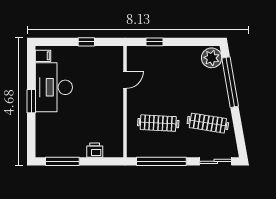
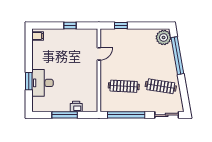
desk: (54, 87) -> (42, 83), moved, width x0.73, depth x0.77
window: (31, 101) -> (29, 81), moved
window: (62, 161) -> (65, 115), moved

